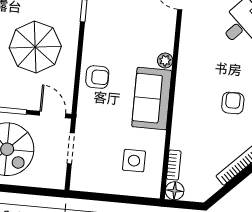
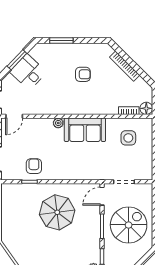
armchair: (97, 77) -> (34, 166), moved
armchair: (233, 103) -> (83, 74), turned 180

